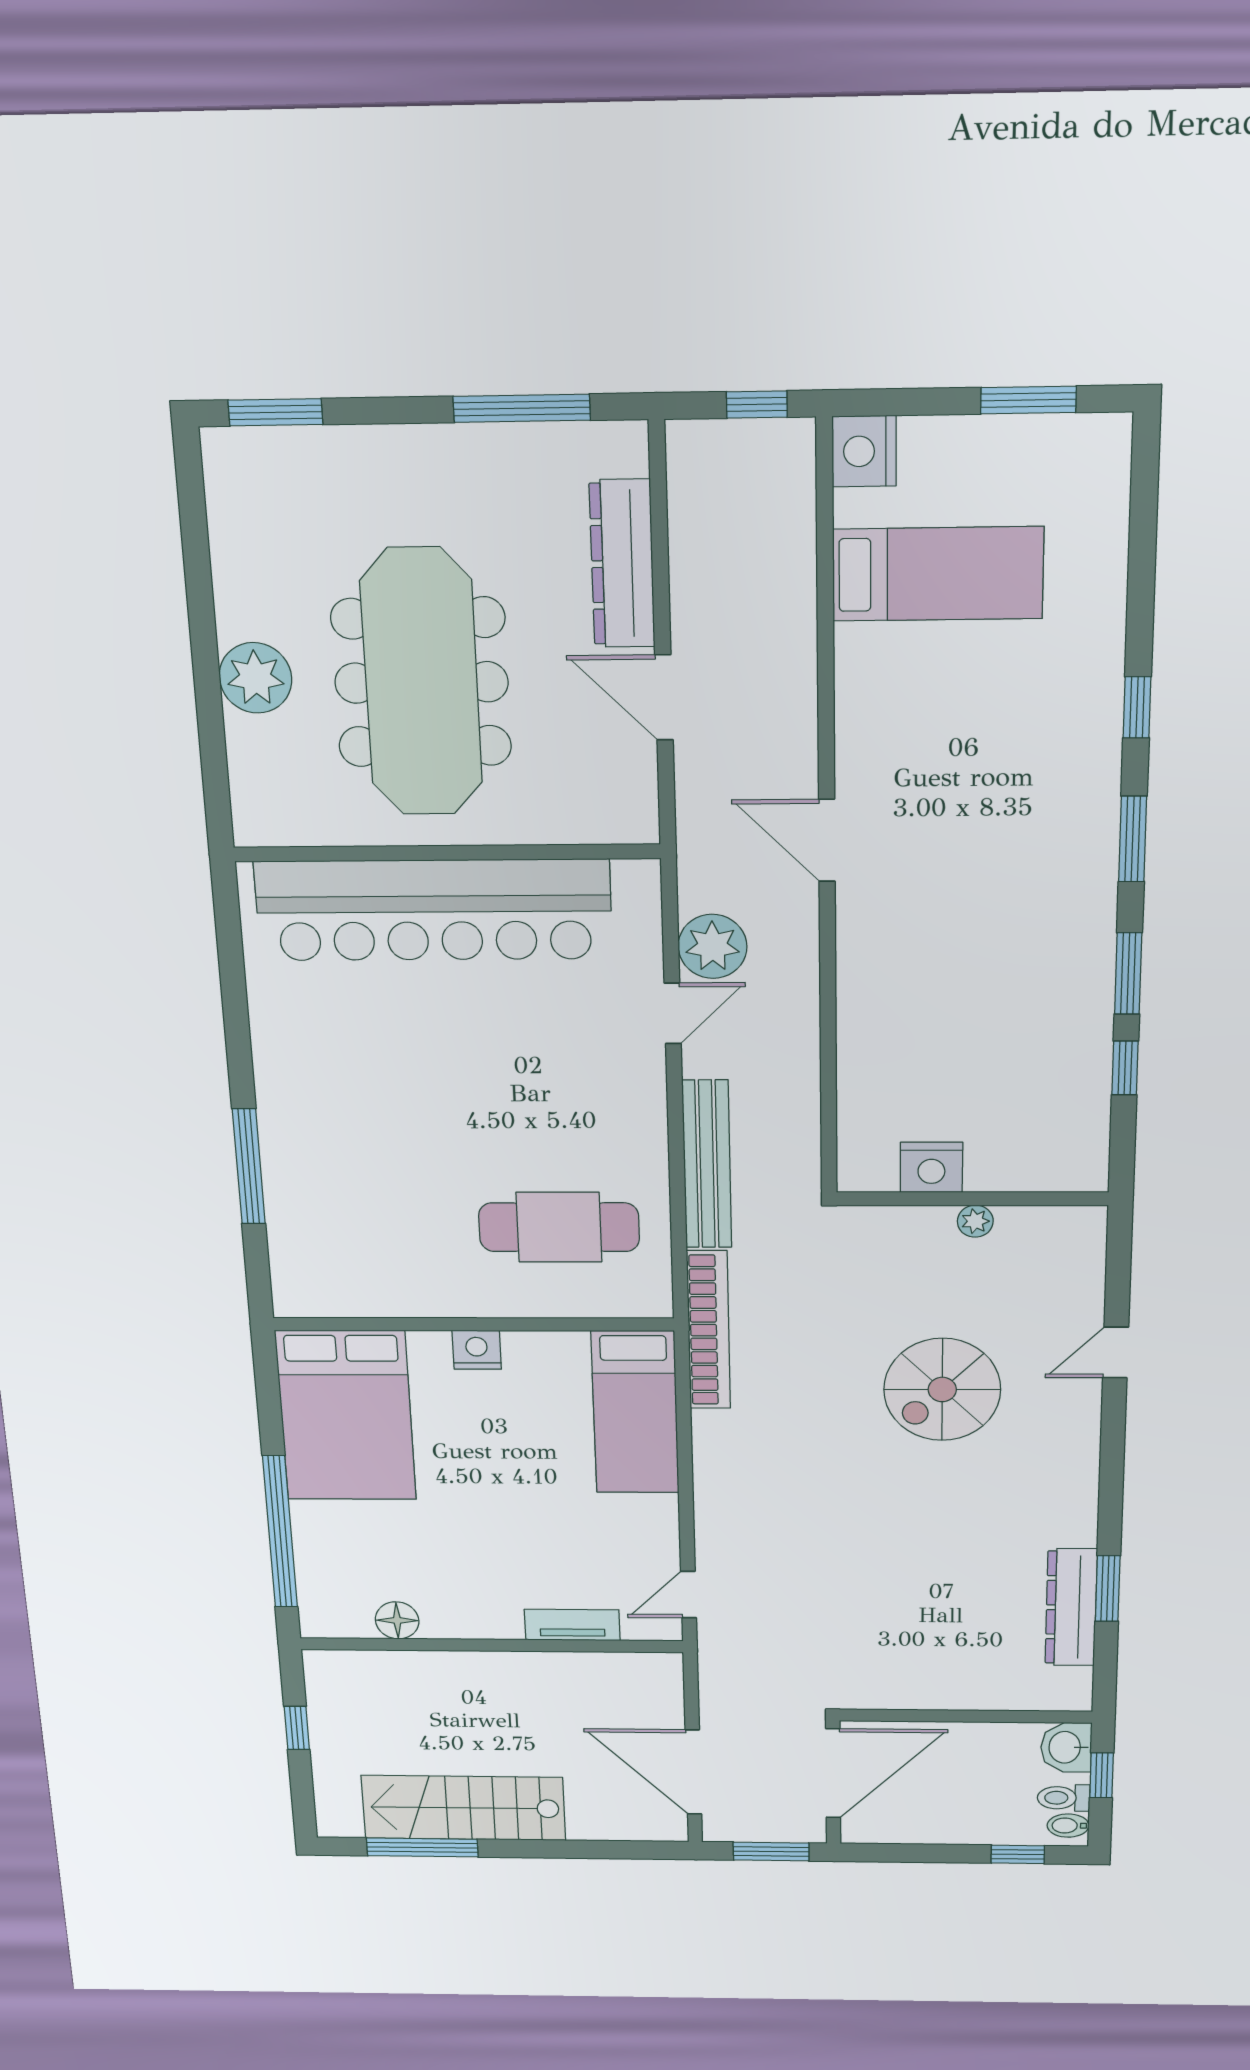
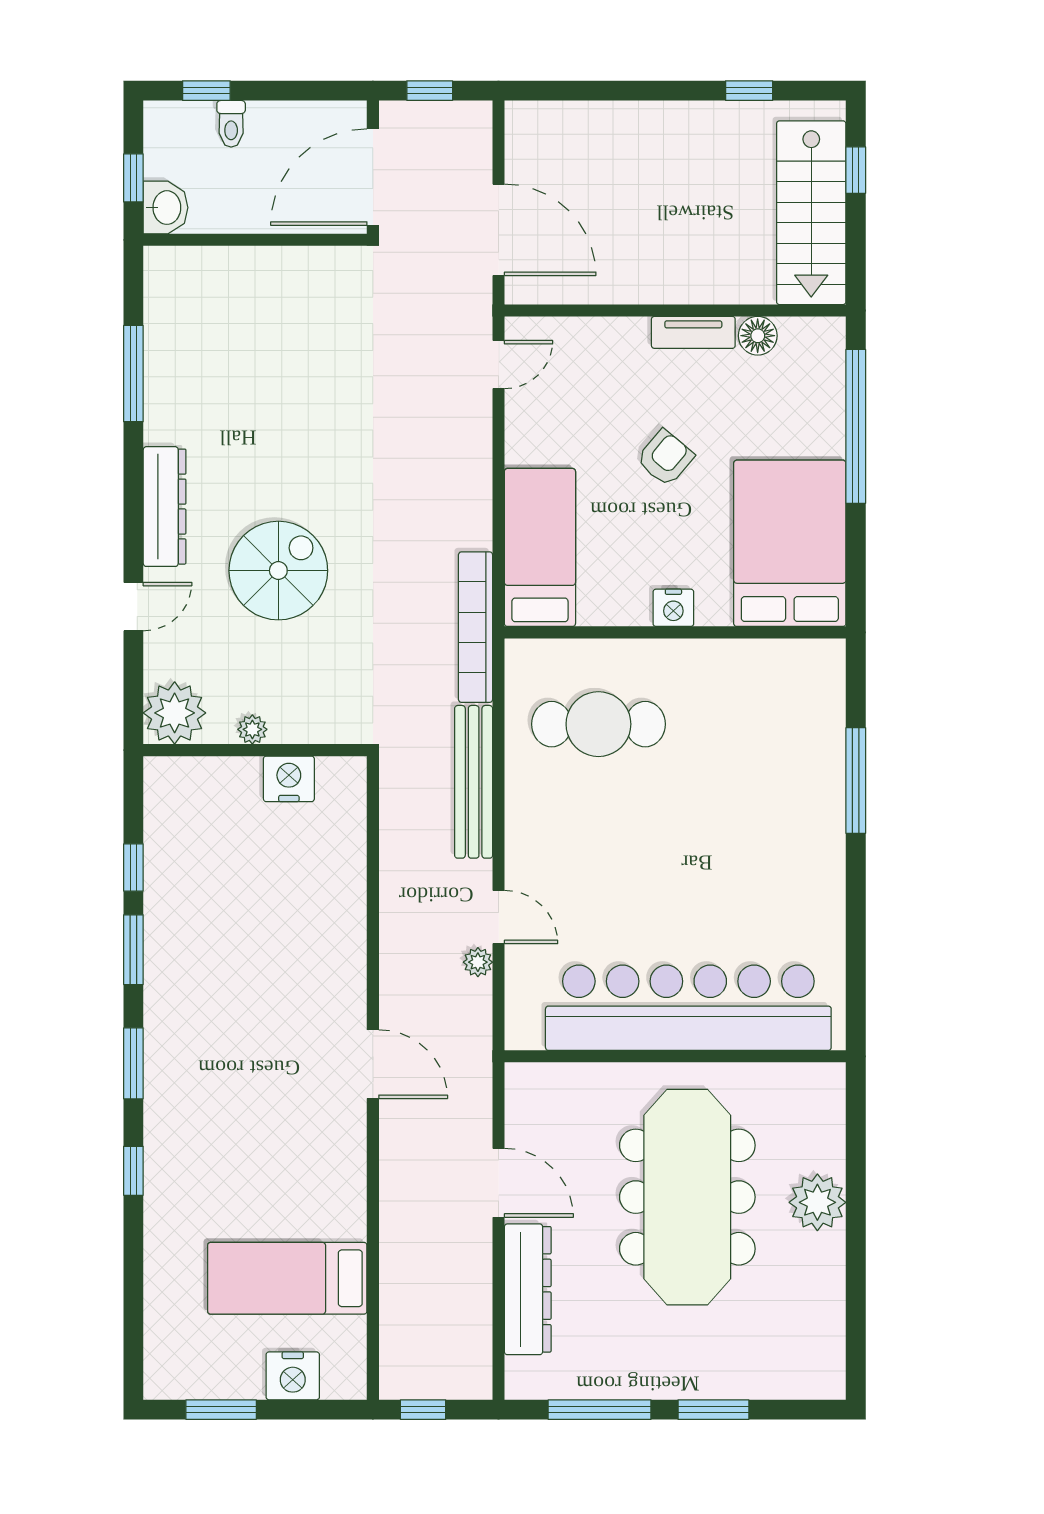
window: (275, 412) -> (713, 1410), moved
nightstand: (864, 451) -> (293, 1376), moved, turned 90
plant: (712, 946) -> (478, 962), width x0.53, depth x0.53
door: (673, 1013) -> (499, 917), swing flipped
plant: (1069, 1239) -> (175, 713), added
armchair: (494, 1502) -> (665, 458), added
window: (1108, 1589) -> (133, 374), width x1.44
dresser: (1071, 1607) -> (165, 507), moved
tv unit: (572, 1625) -> (693, 332), moved
window: (297, 1728) -> (856, 170), moved
door: (693, 1772) -> (499, 230), moved
toilet: (1064, 1798) -> (231, 124), moved, turned 90
stairs: (463, 1808) -> (811, 213), moved, turned 90
bidet: (1068, 1826) -> (162, 123), removed
window: (422, 1847) -> (749, 91), width x0.46
window: (771, 1851) -> (430, 91), width x0.67

